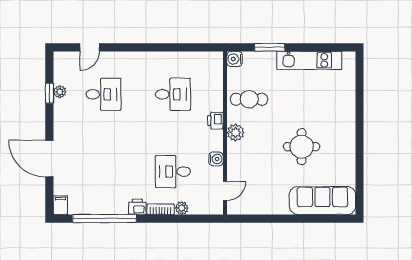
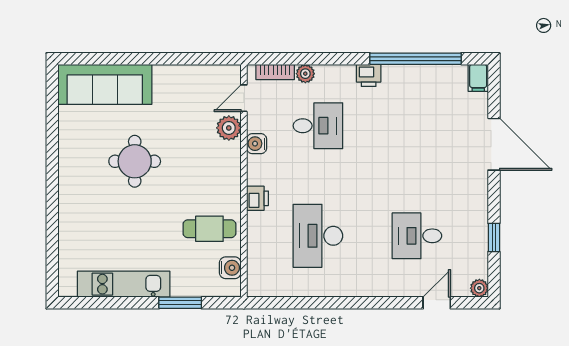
water cooler: (235, 59) -> (230, 268), moved
plant: (60, 92) -> (479, 288), moved
desk: (173, 94) -> (318, 236), width x1.37
plant: (235, 133) -> (229, 128), moved
bookcase: (161, 209) -> (275, 72), moved

